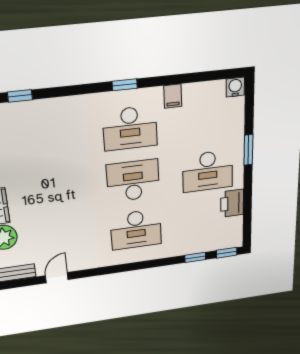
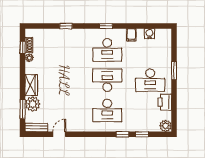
water cooler: (235, 87) -> (149, 34), moved
window: (20, 96) -> (66, 26), moved
plant: (233, 239) -> (165, 126), added
window: (227, 253) -> (122, 134), moved

